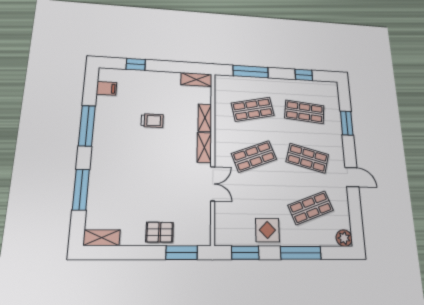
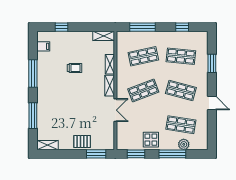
shop shelf: (311, 208) -> (181, 125), turned 30
plant: (344, 238) -> (184, 144), moved

